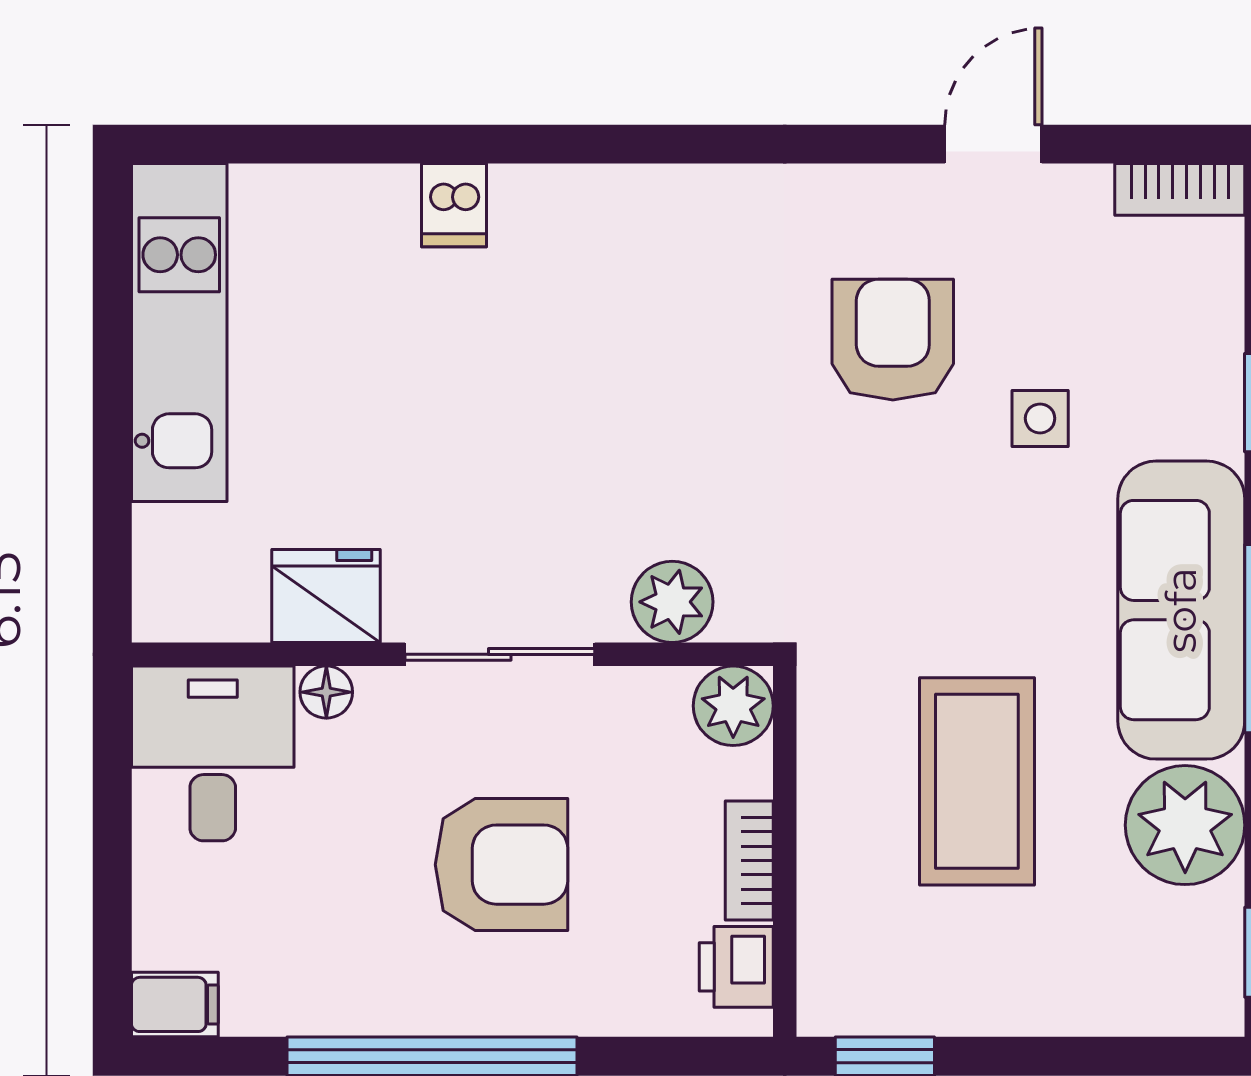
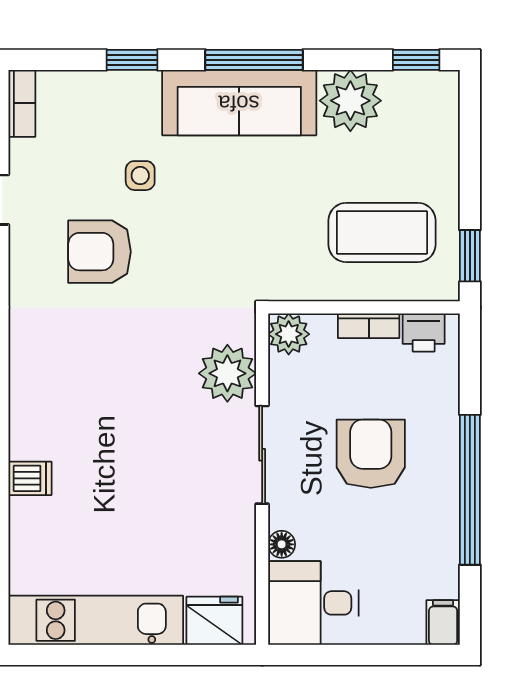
fridge: (326, 596) -> (214, 621), moved, turned 90
plant: (672, 602) -> (227, 373), width x1.36, depth x1.36
coffee table: (977, 781) -> (382, 232), moved

